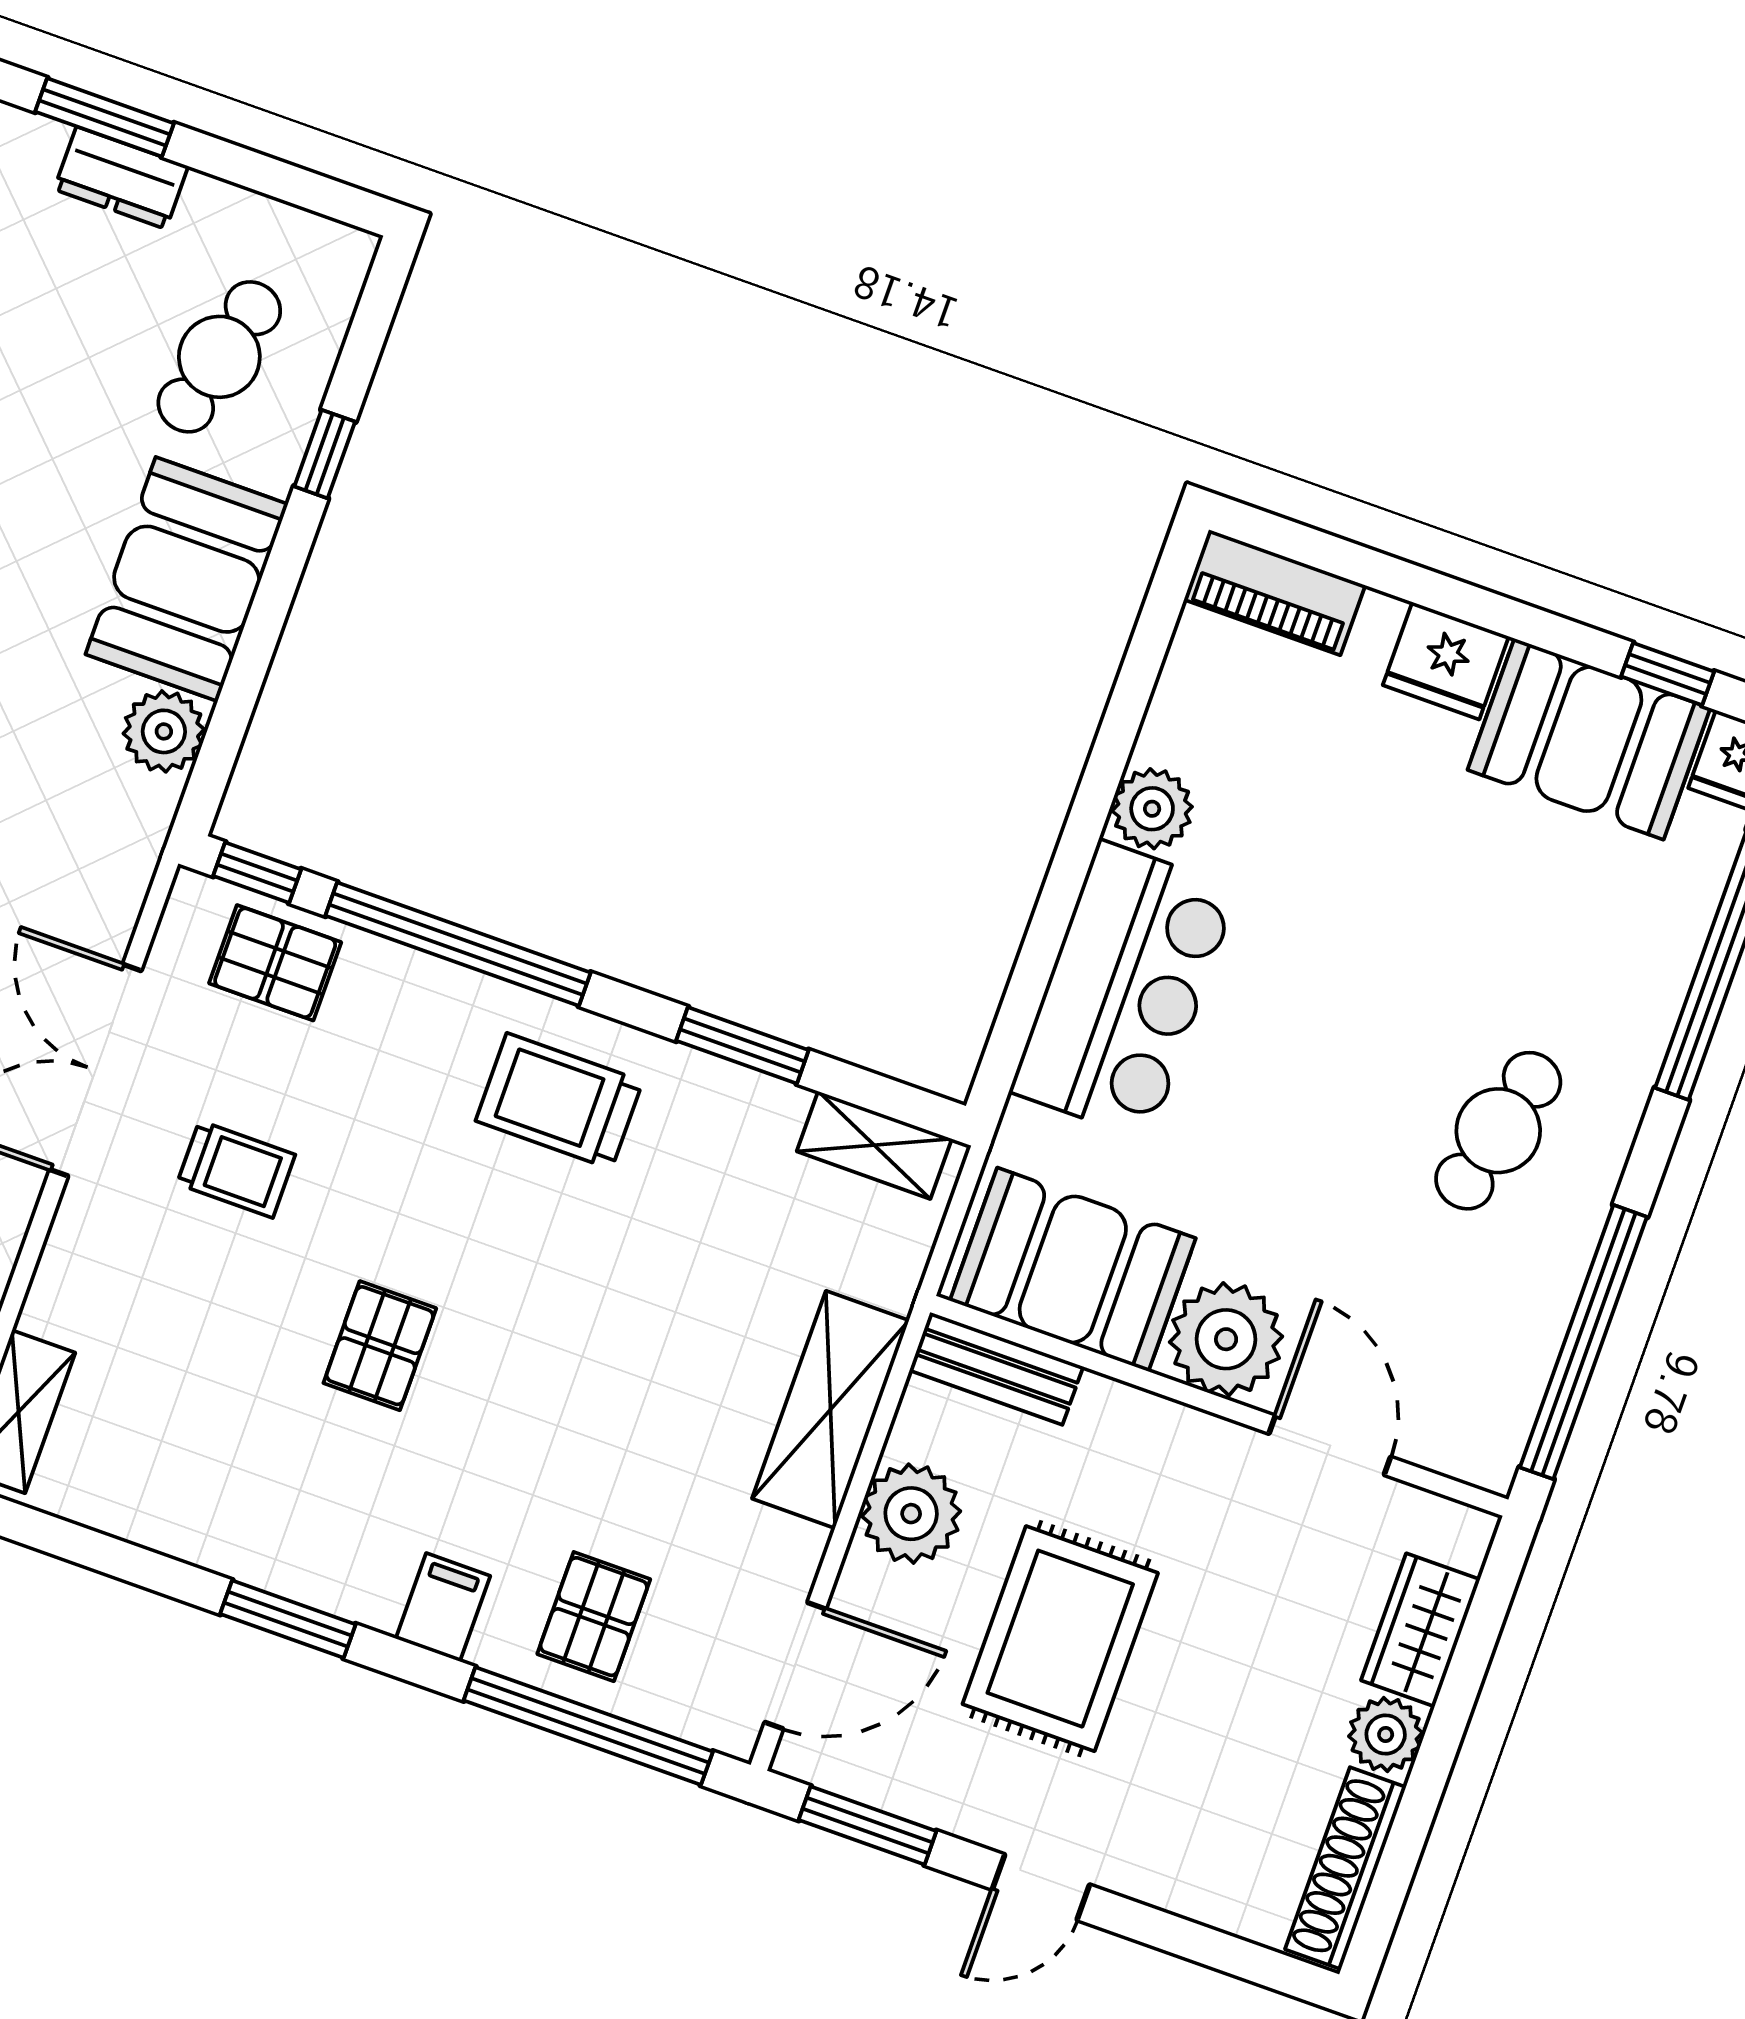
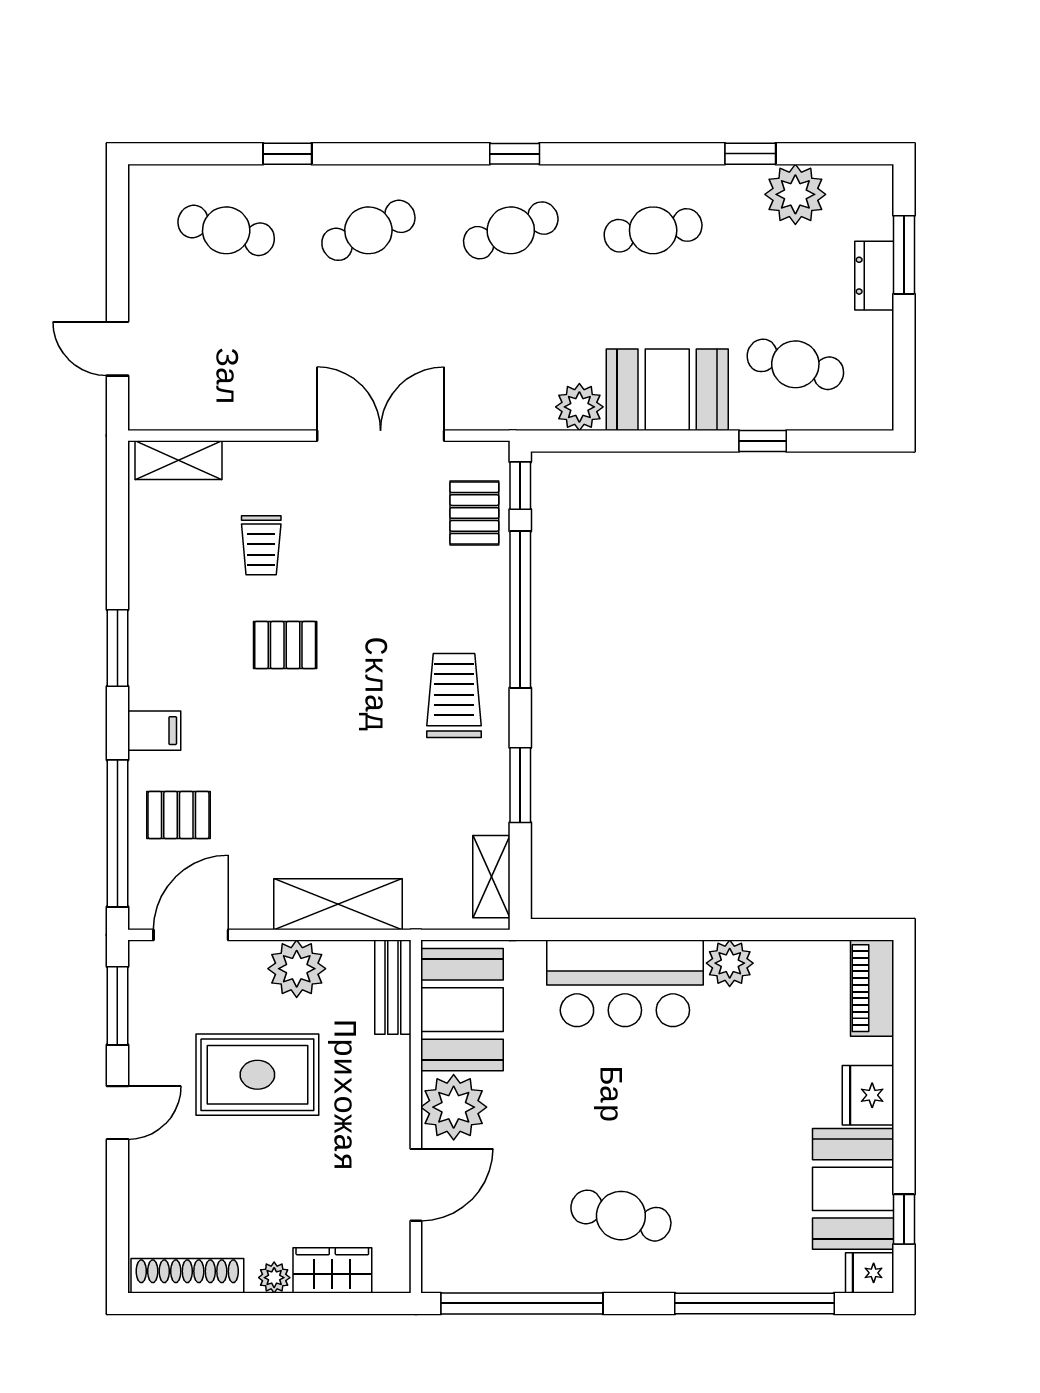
trolley: (236, 1169) -> (261, 545), moved
door: (795, 1666) -> (191, 935), swing flipped
plant: (1386, 1734) -> (274, 1278), width x0.73, depth x0.73
door: (1041, 1887) -> (117, 1113), swing flipped

